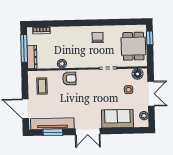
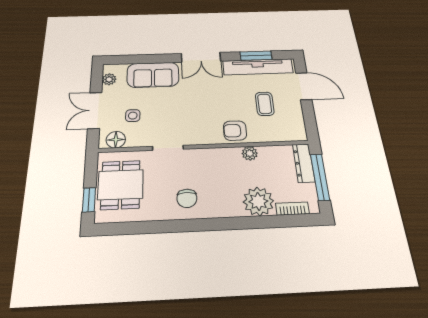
plant: (59, 35) -> (258, 201), added
coffee table: (42, 86) -> (265, 104), moved
double door: (88, 132) -> (201, 57), swing flipped

